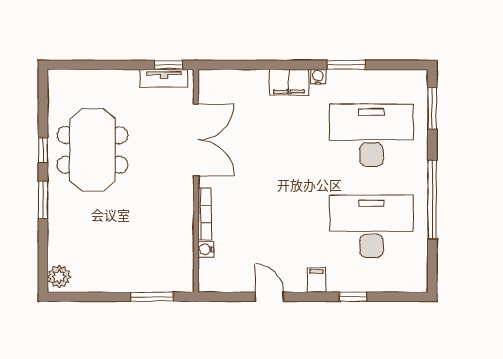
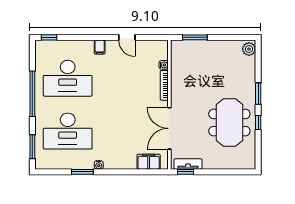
filing cabinet: (289, 82) -> (149, 162), moved
window: (353, 297) -> (49, 37), moved

